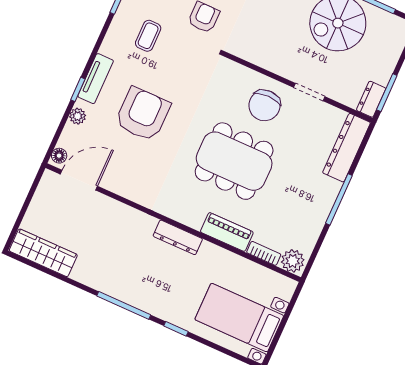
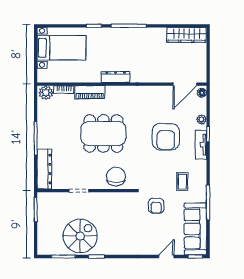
dresser: (371, 99) -> (43, 202), removed
chair: (264, 105) -> (116, 177), moved

